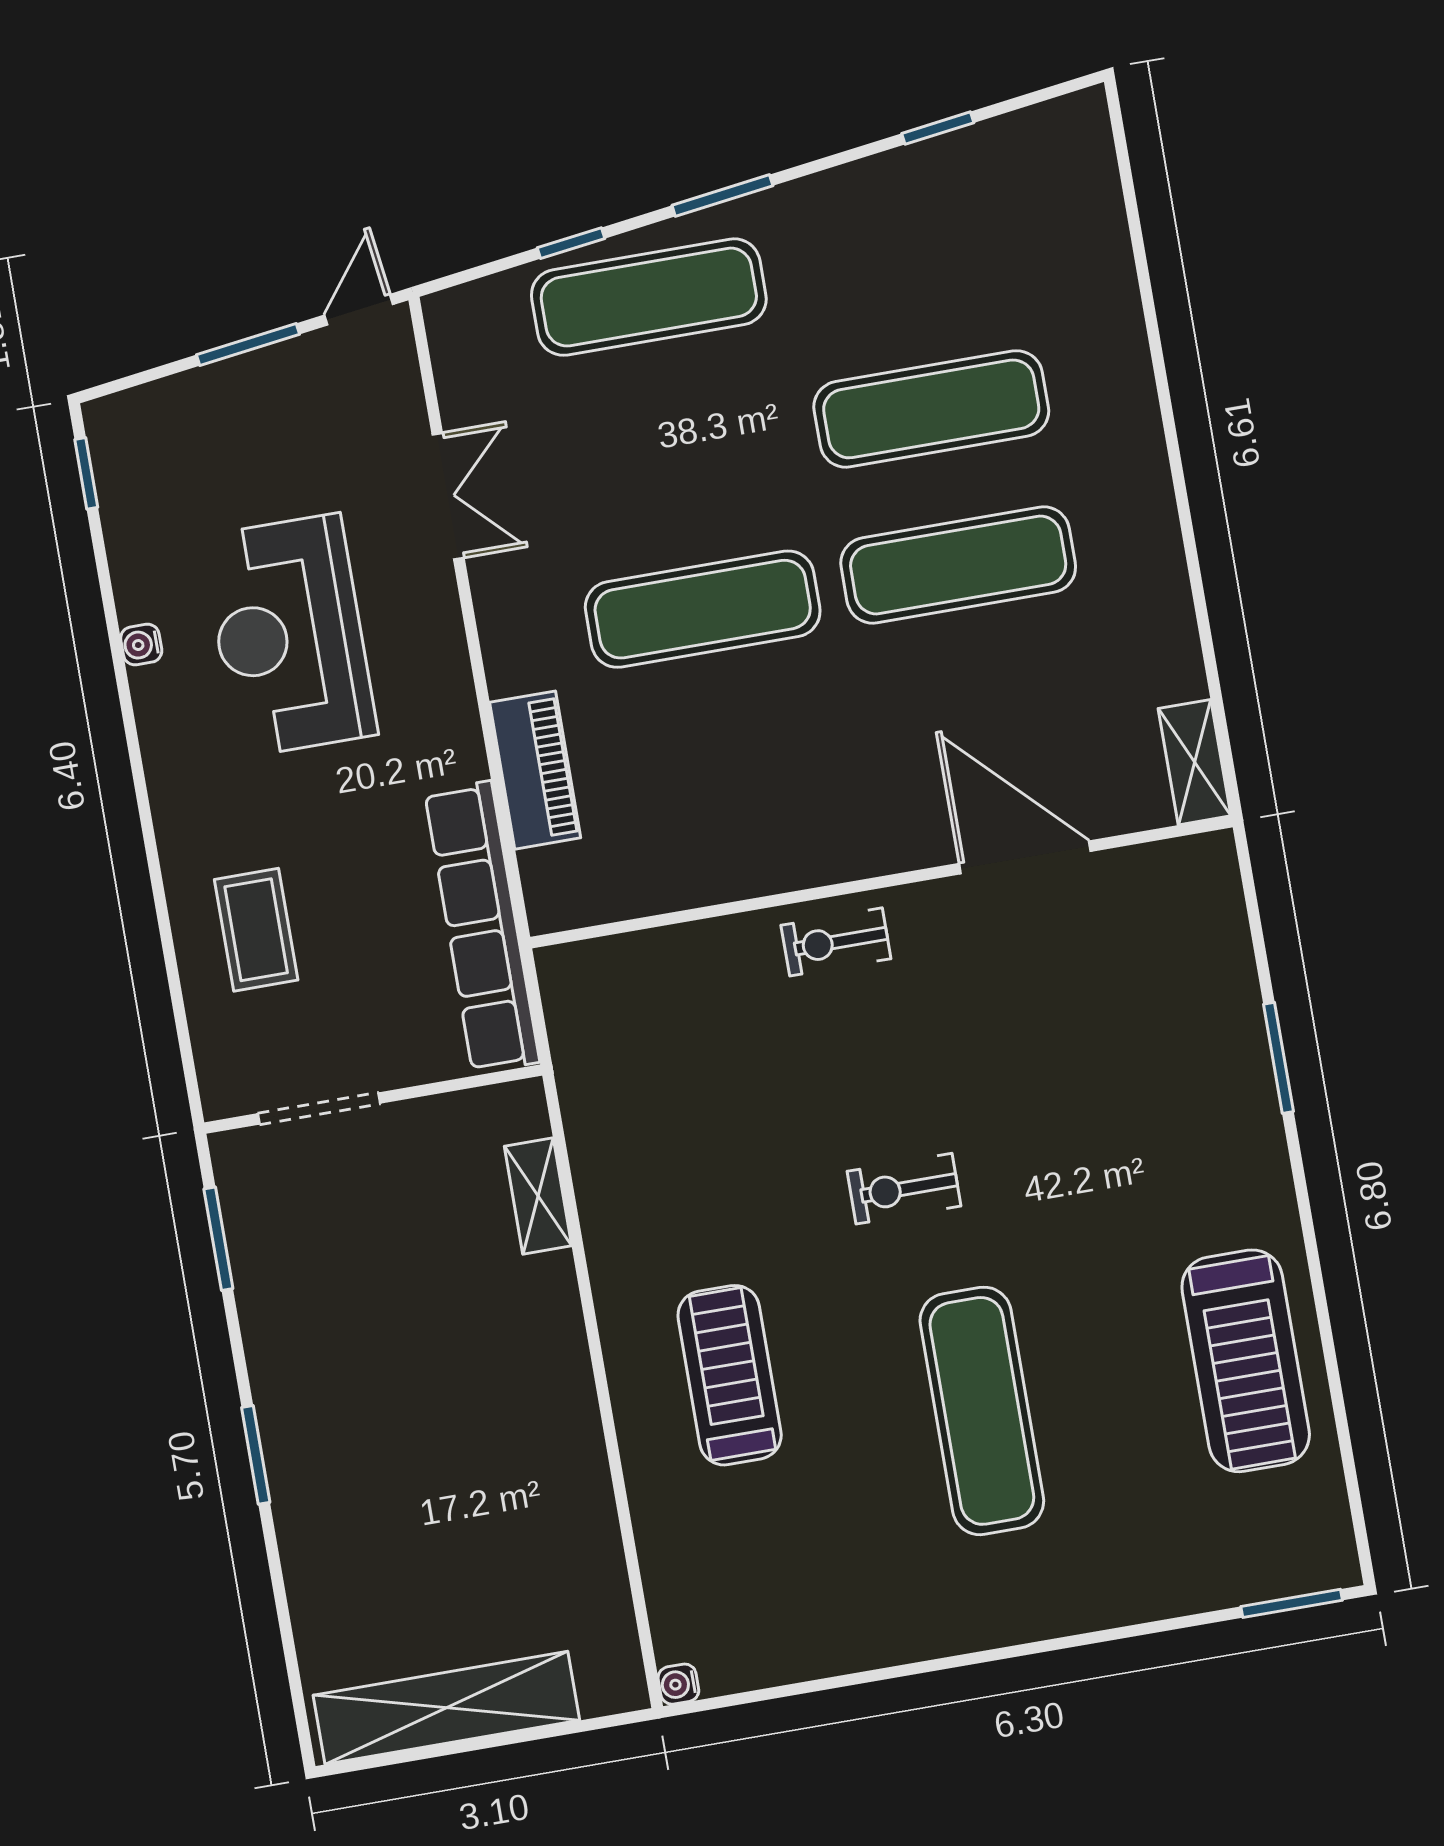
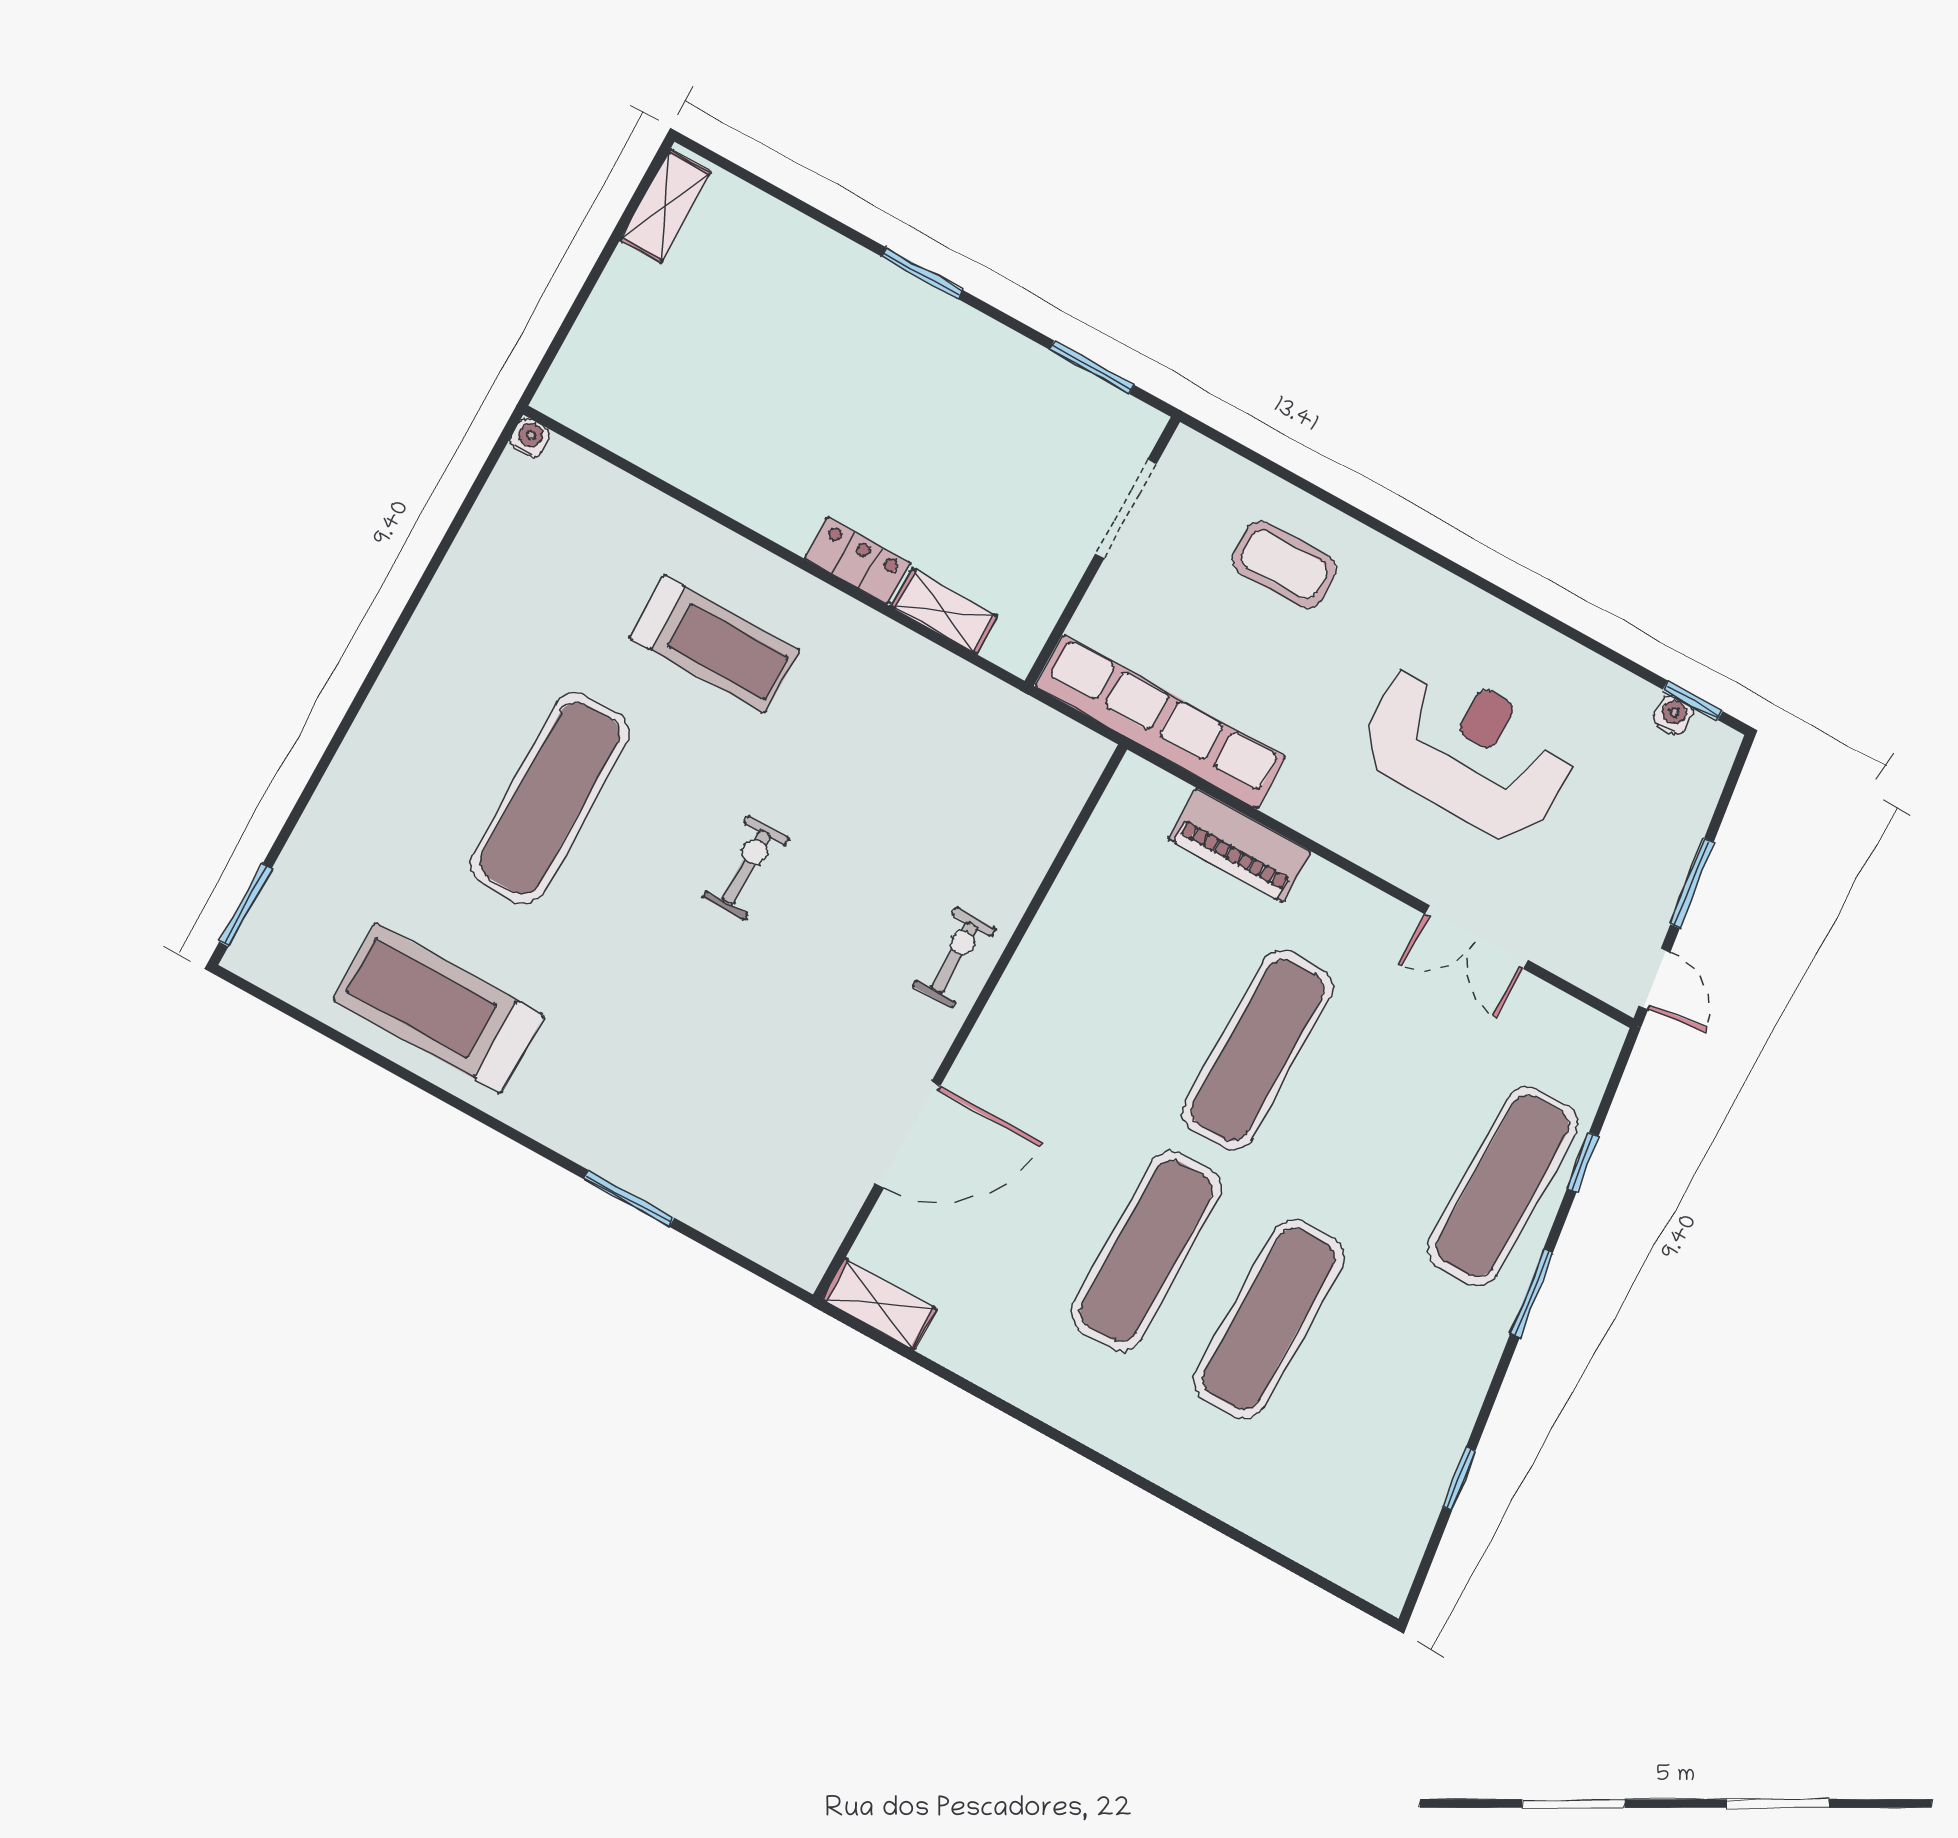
water cooler: (141, 645) -> (1673, 715), moved
locker: (555, 1309) -> (857, 560), added
exercise mat: (982, 1411) -> (550, 798), turned 90
shelving: (446, 1708) -> (666, 206), width x0.45, depth x0.75

